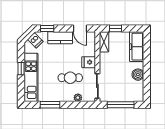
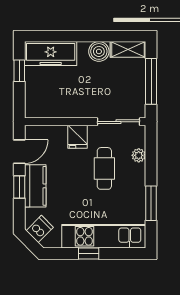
window: (47, 28) -> (19, 187), moved
window: (116, 28) -> (19, 71), moved
shelving: (104, 42) -> (128, 49), moved

